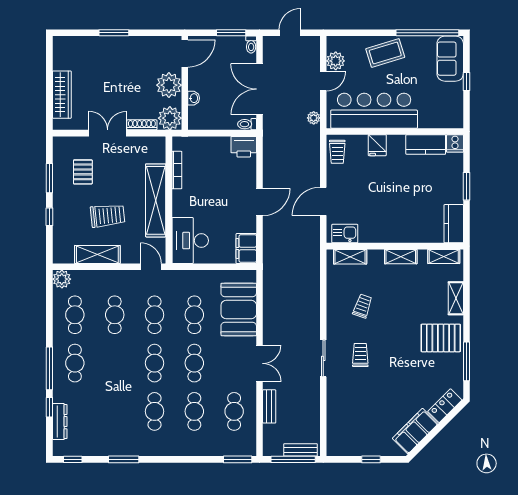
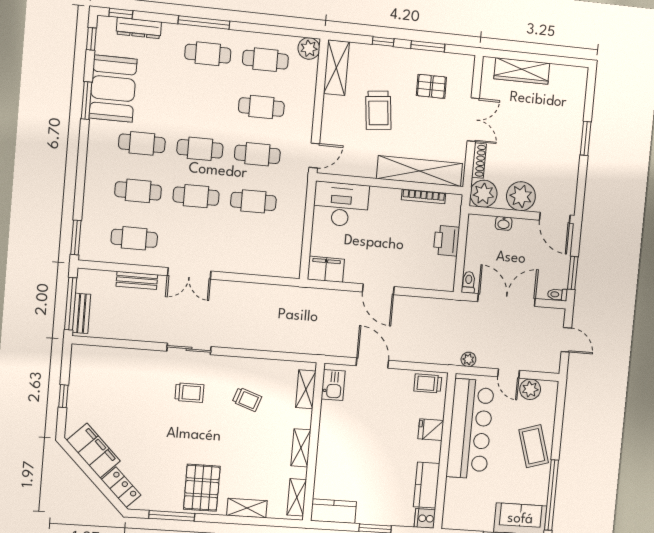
printer: (244, 147) -> (446, 241), moved
shelving: (156, 200) -> (420, 171), moved
shelving: (97, 254) -> (336, 68), moved
booth: (239, 309) -> (113, 89), moved, turned 90
window: (49, 407) -> (121, 14), moved

